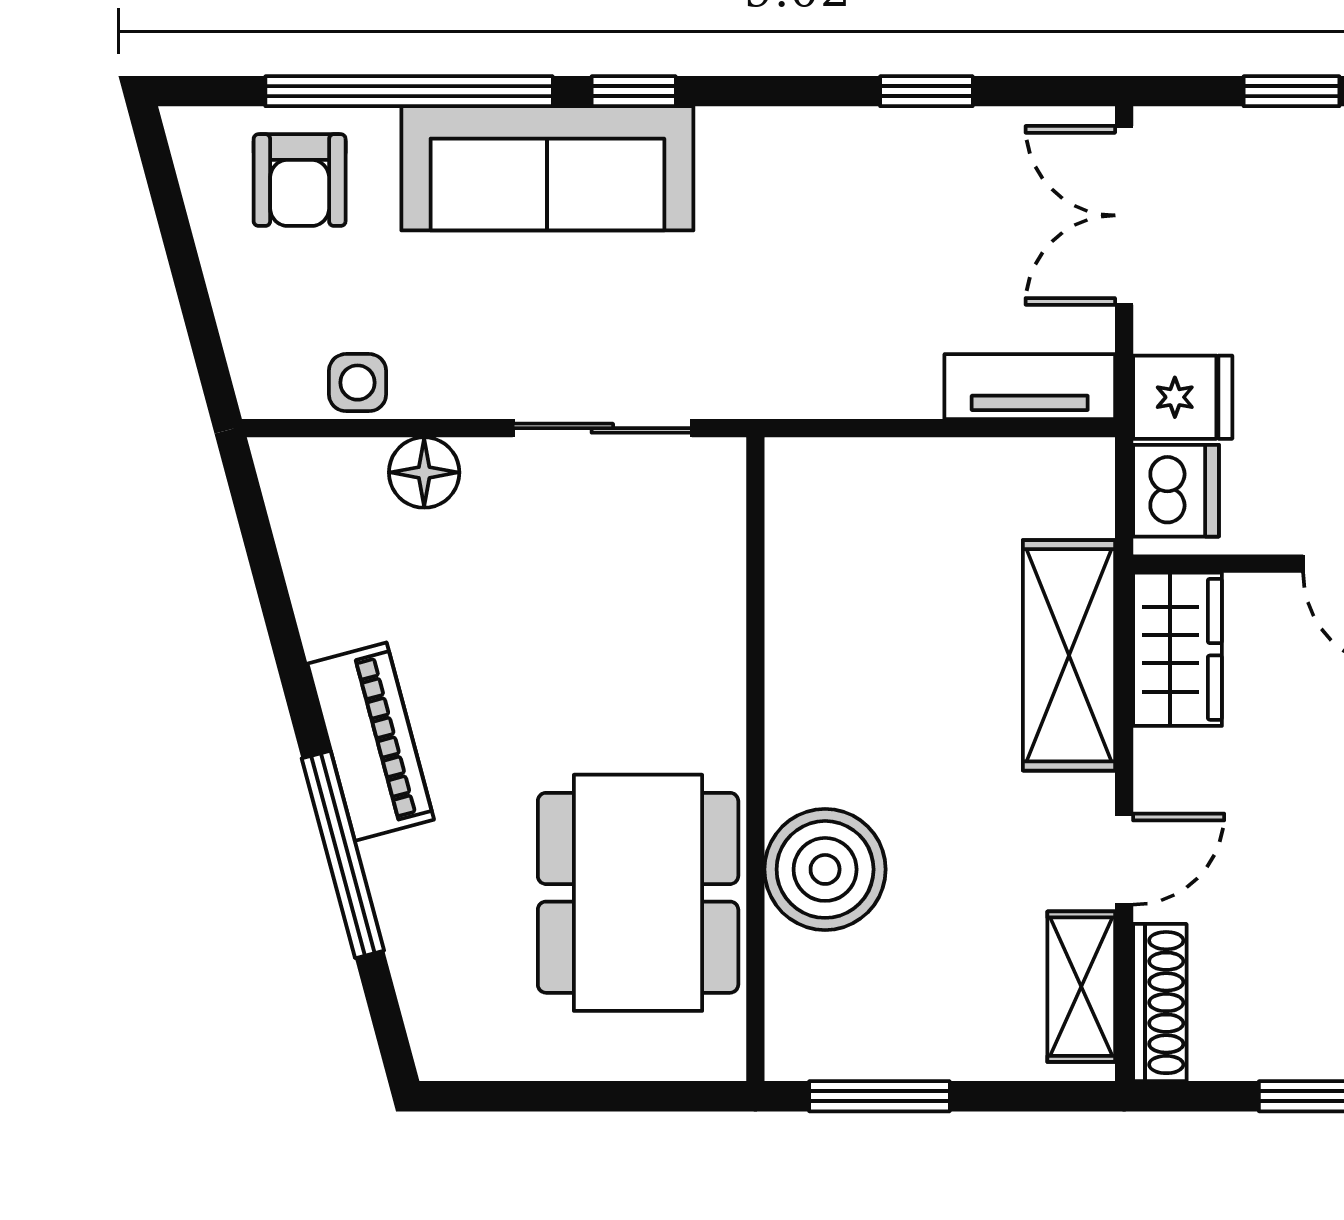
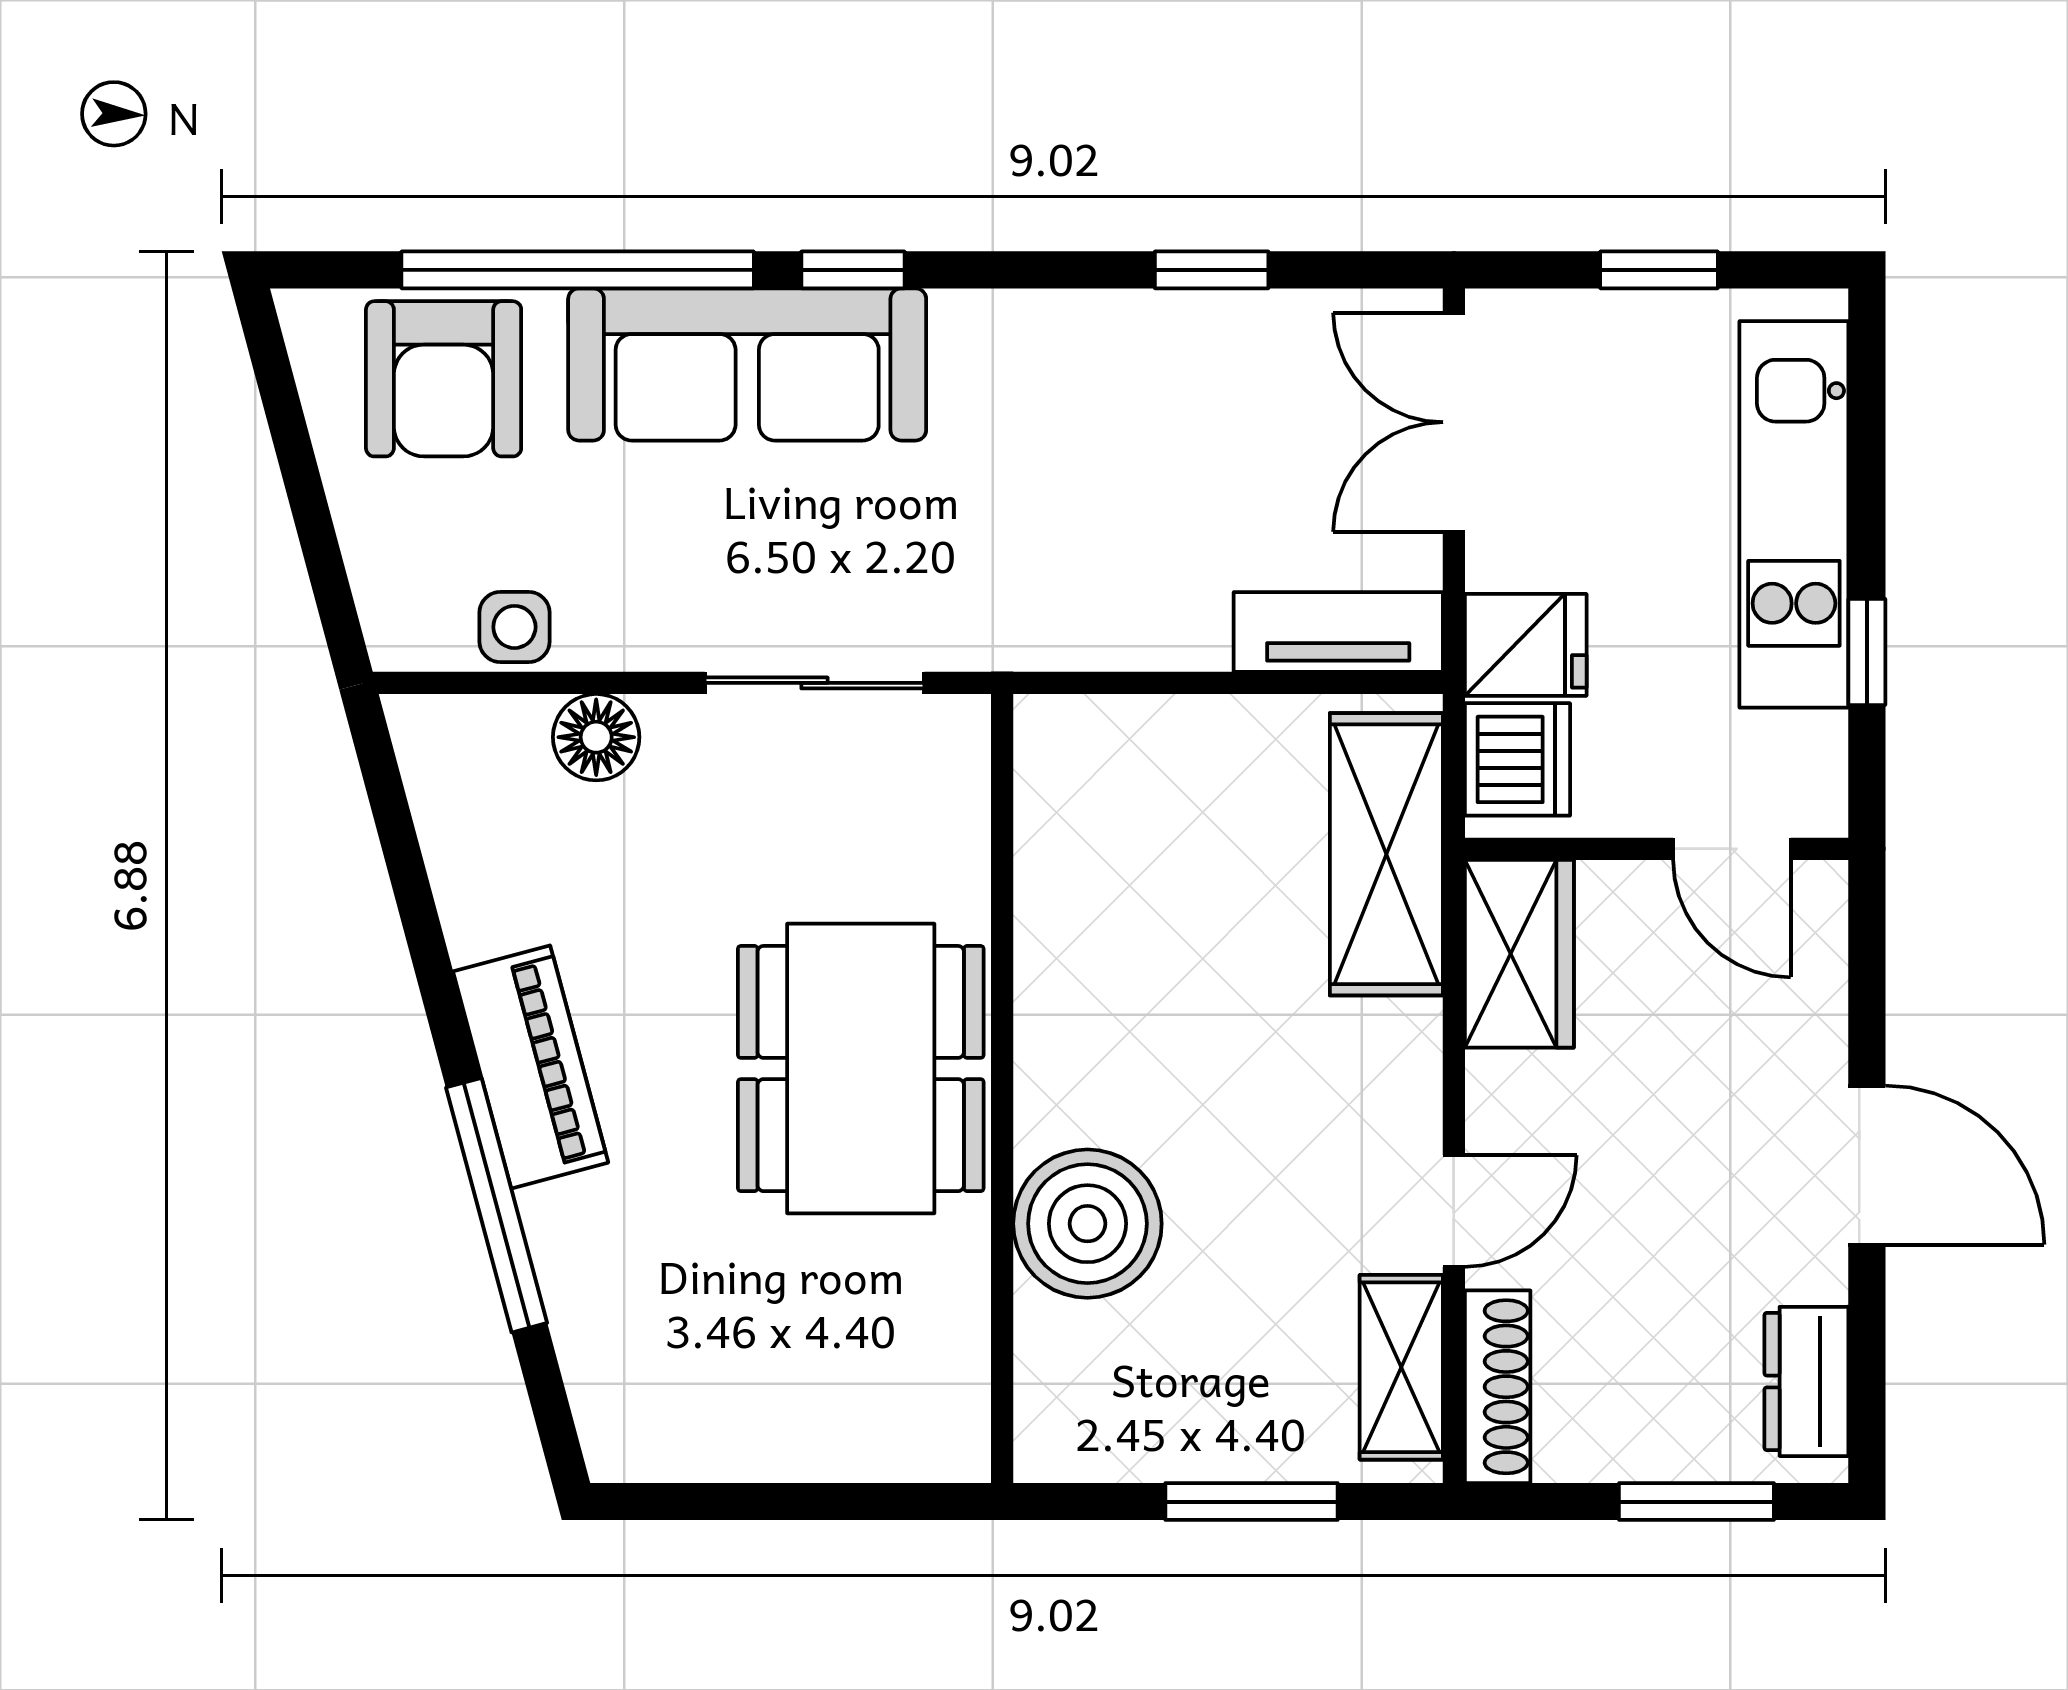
armchair: (300, 180) -> (444, 379), width x1.38, depth x1.38
shelving: (1069, 655) -> (1386, 854), moved
dining table: (638, 893) -> (861, 1069), moved
window: (879, 1096) -> (1252, 1502), moved

